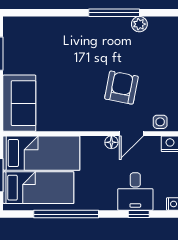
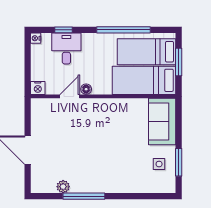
armchair: (121, 88) -> (78, 134), removed
side table: (160, 122) -> (159, 164), moved

